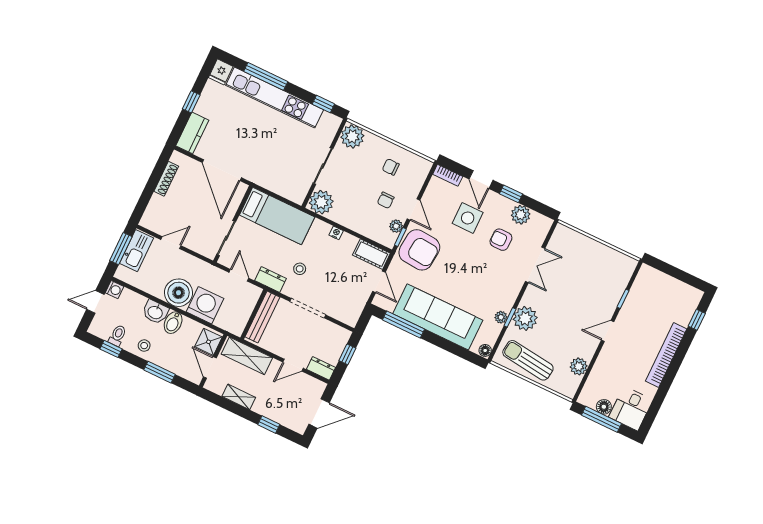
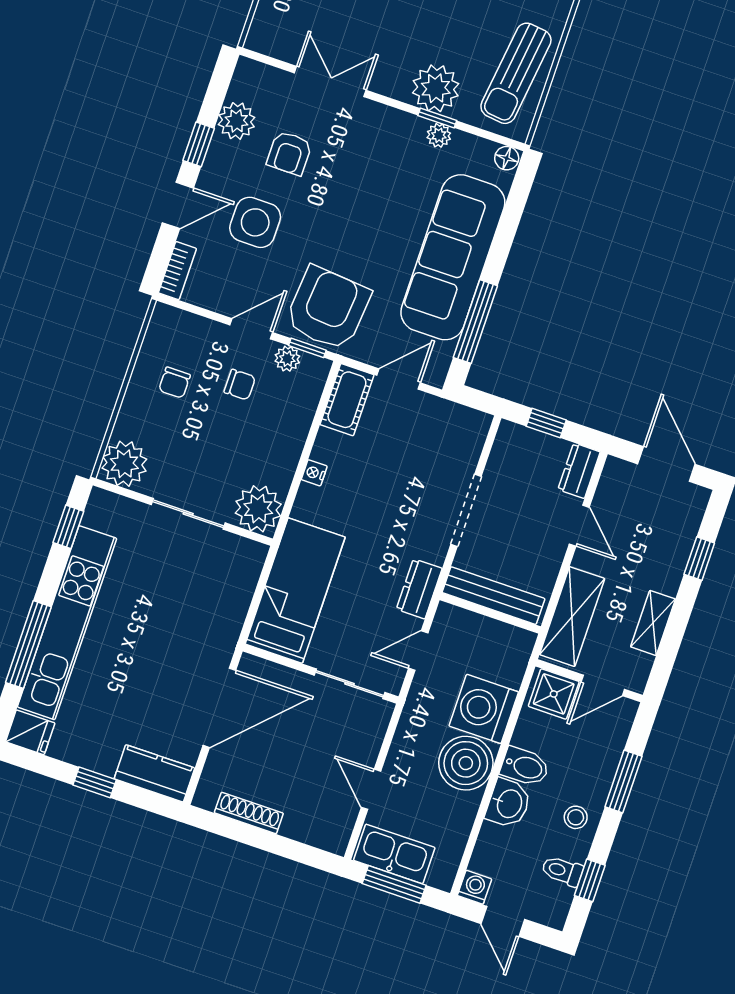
stool: (300, 269) -> (392, 535), removed

